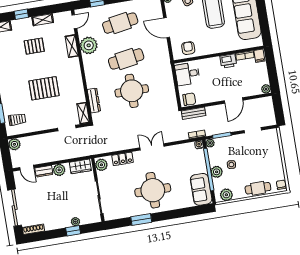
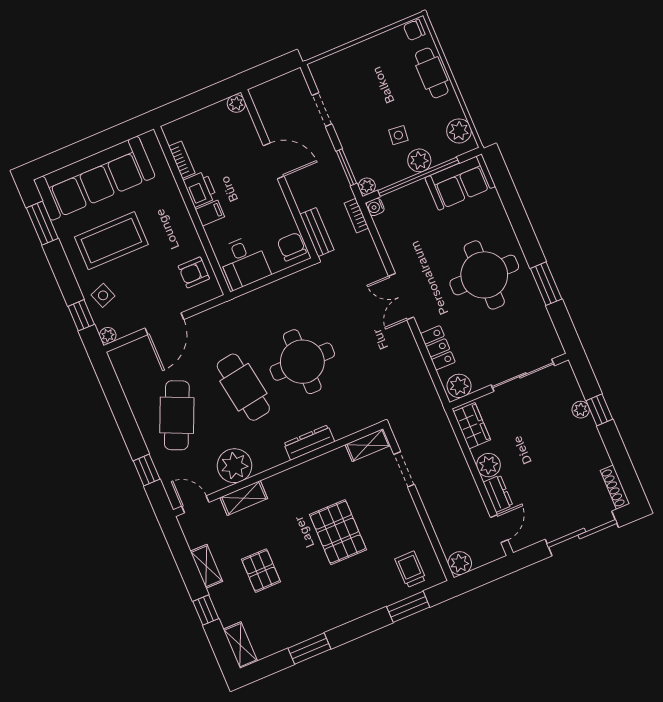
cafe table: (120, 23) -> (177, 415), turned 33
filing cabinet: (259, 56) -> (210, 213), moved
dresser: (94, 100) -> (309, 443), moved

